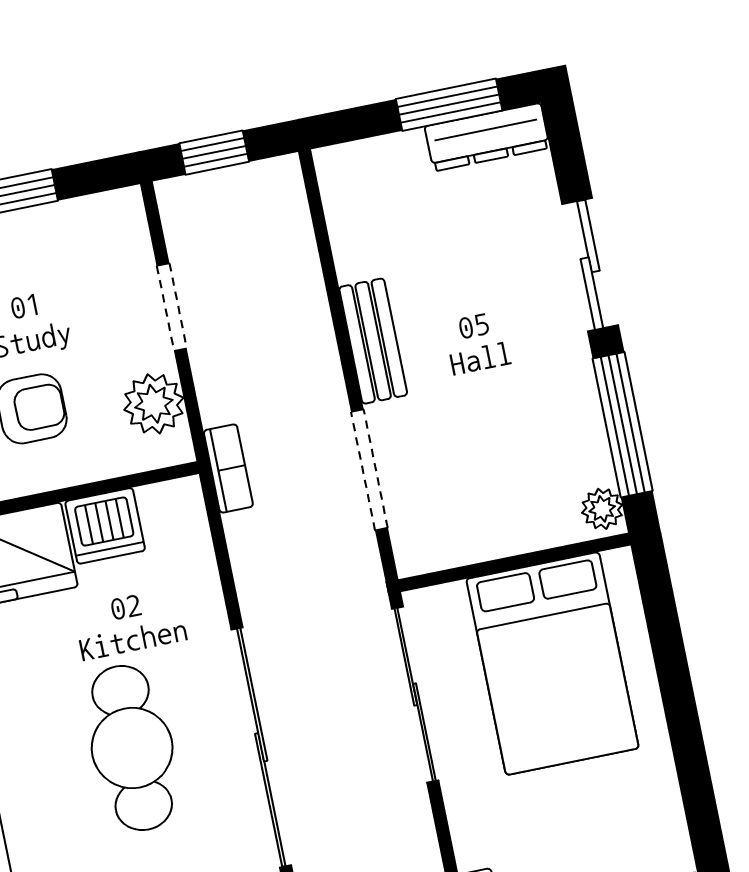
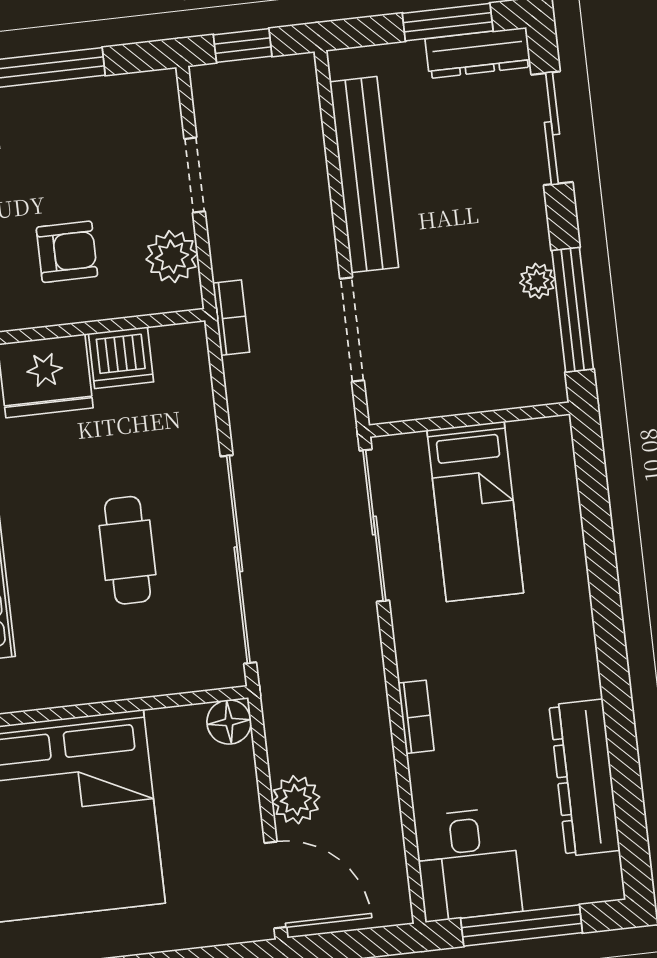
sliding door: (590, 265) -> (552, 128), moved
bench: (373, 341) -> (364, 175), width x1.86, depth x1.21
plant: (602, 509) -> (537, 281), moved
bed: (553, 664) -> (475, 511), width x0.67
cafe table: (132, 748) -> (128, 550), width x0.73, depth x0.74

